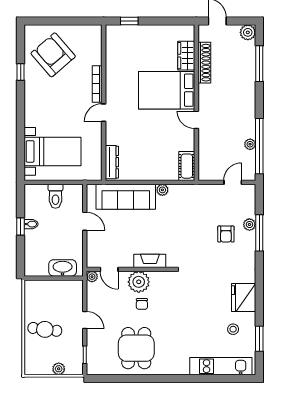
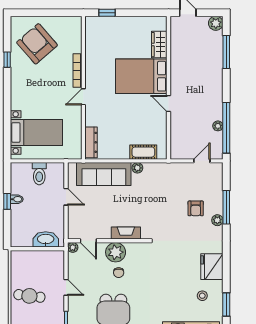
shoe rack: (204, 63) -> (176, 51), removed
cot: (187, 166) -> (143, 152), moved, turned 90
plant: (249, 225) -> (217, 220), moved

